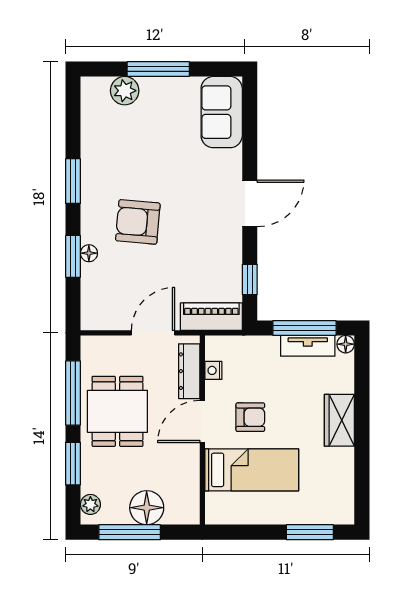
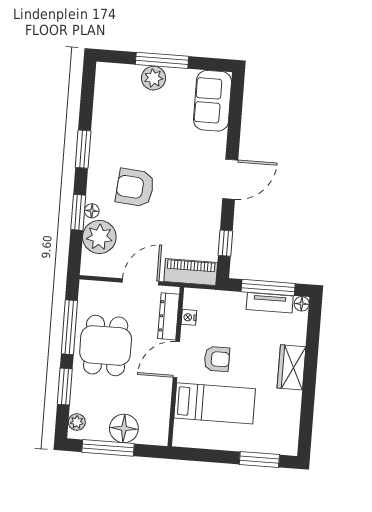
plant: (125, 91) -> (154, 78), moved
plant: (100, 284) -> (99, 237), added

